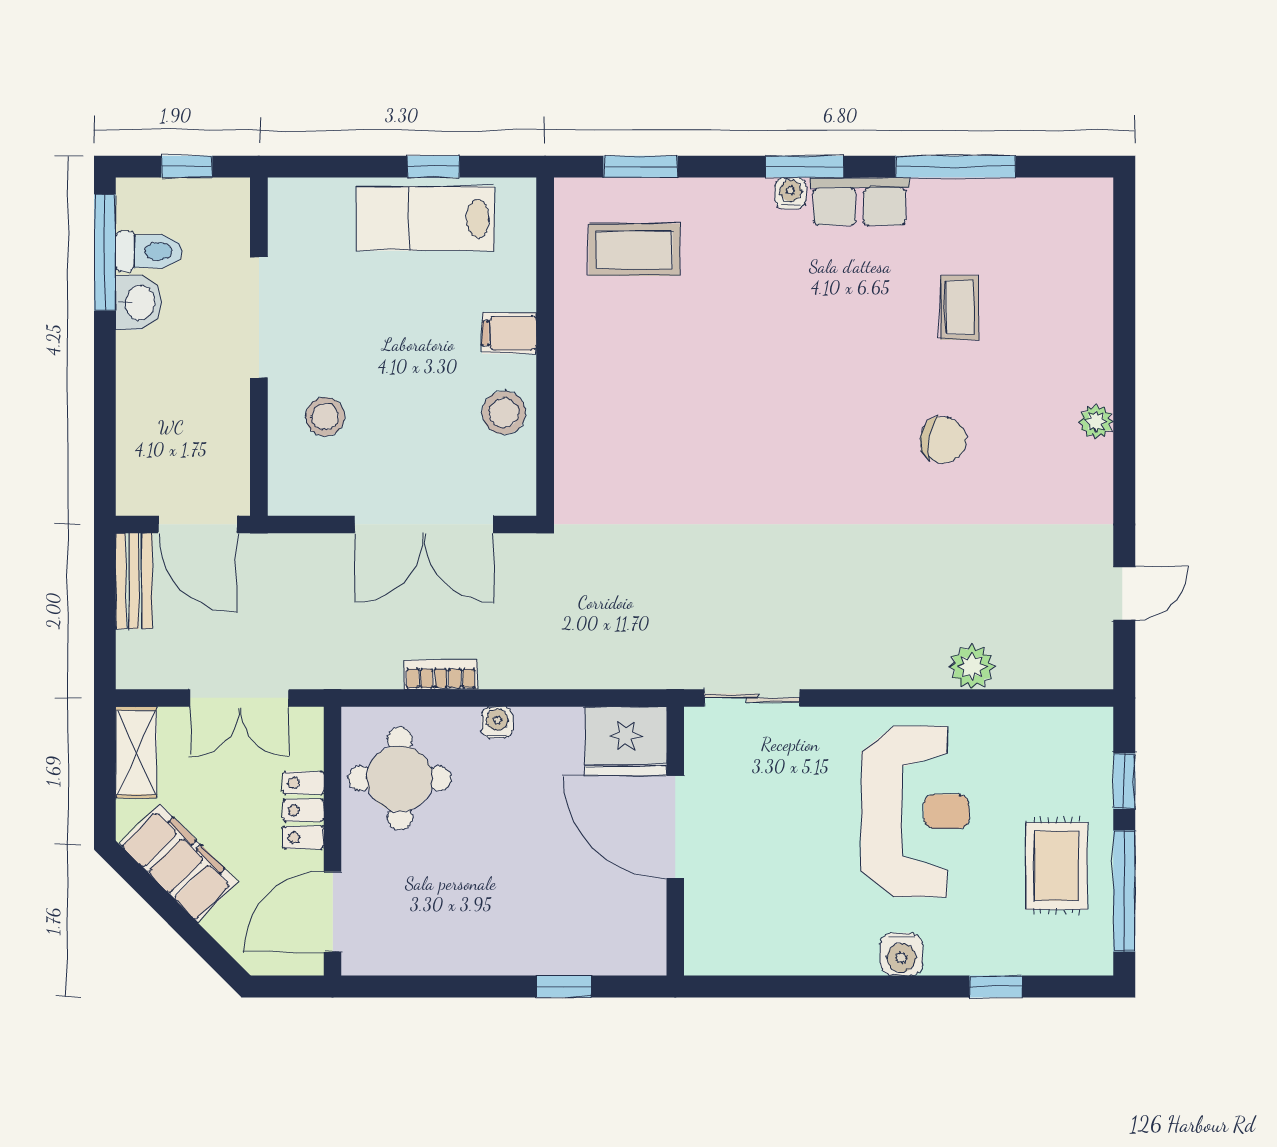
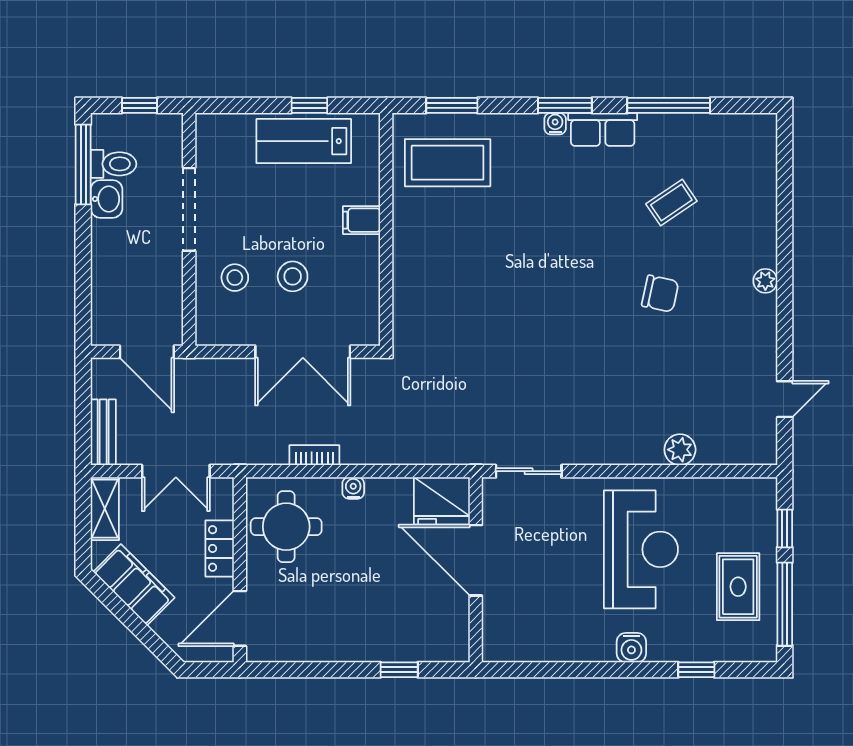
coffee table: (634, 250) -> (448, 163), width x1.36, depth x1.32
coffee table: (960, 308) -> (671, 202), turned 56
stool: (504, 413) -> (293, 276), moved
bench: (134, 581) -> (103, 432), moved

